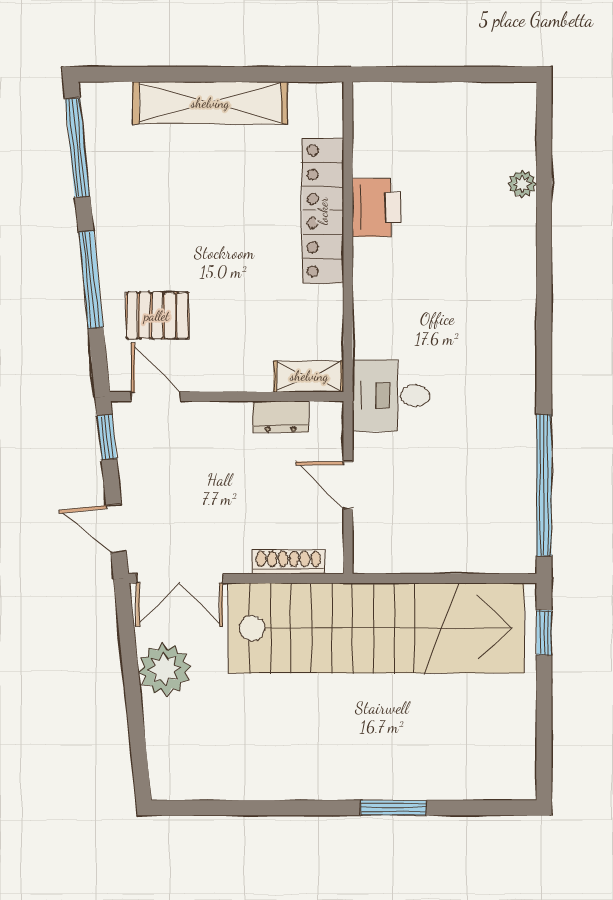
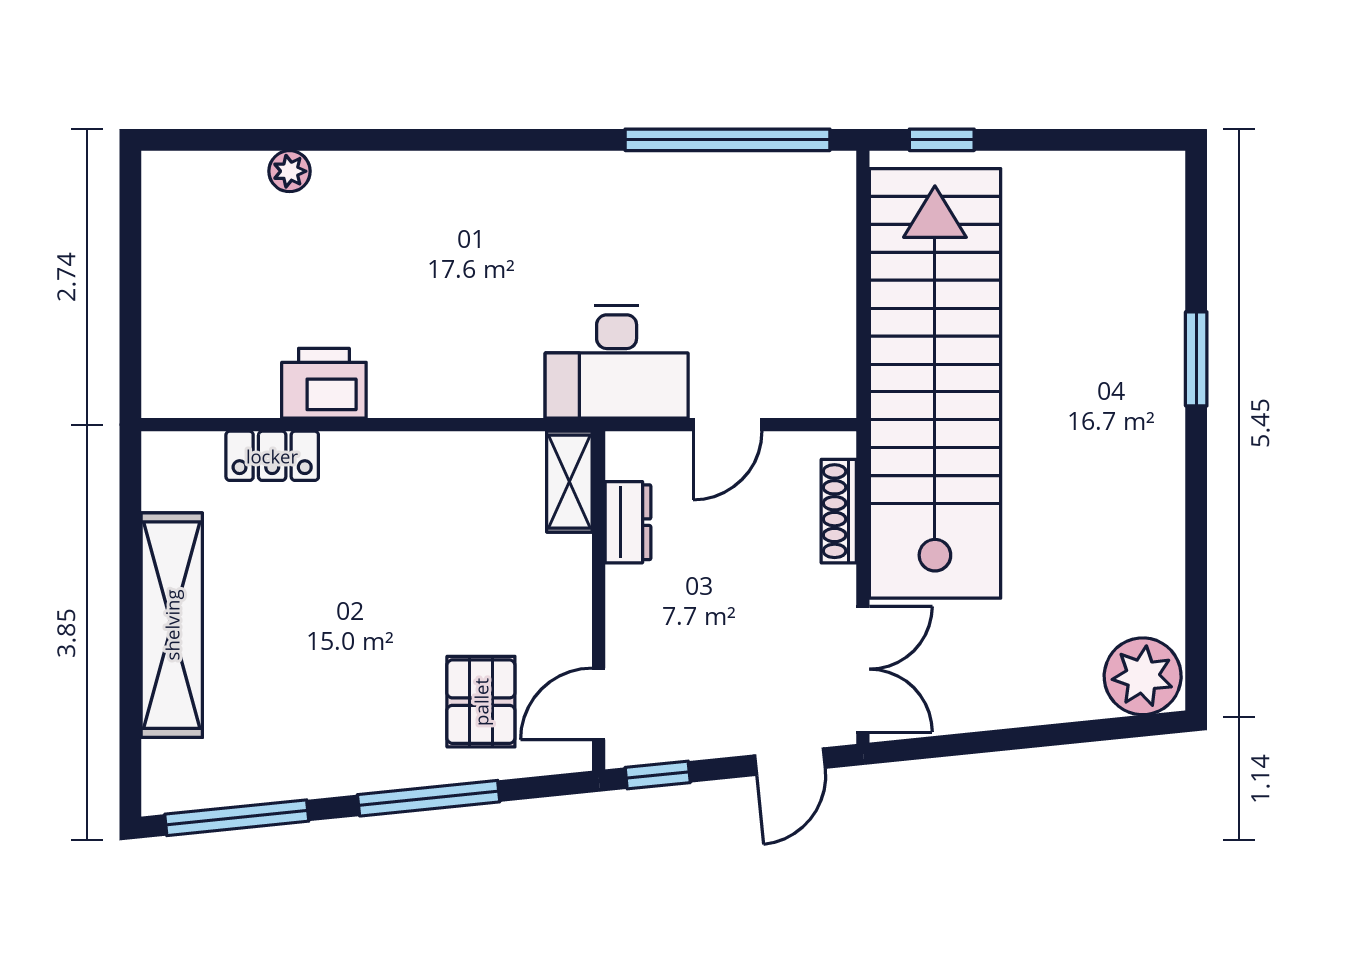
locker: (323, 211) -> (272, 456), width x0.46, depth x0.83
desk: (391, 396) -> (617, 362), width x1.37
plant: (164, 669) -> (1143, 676), moved

